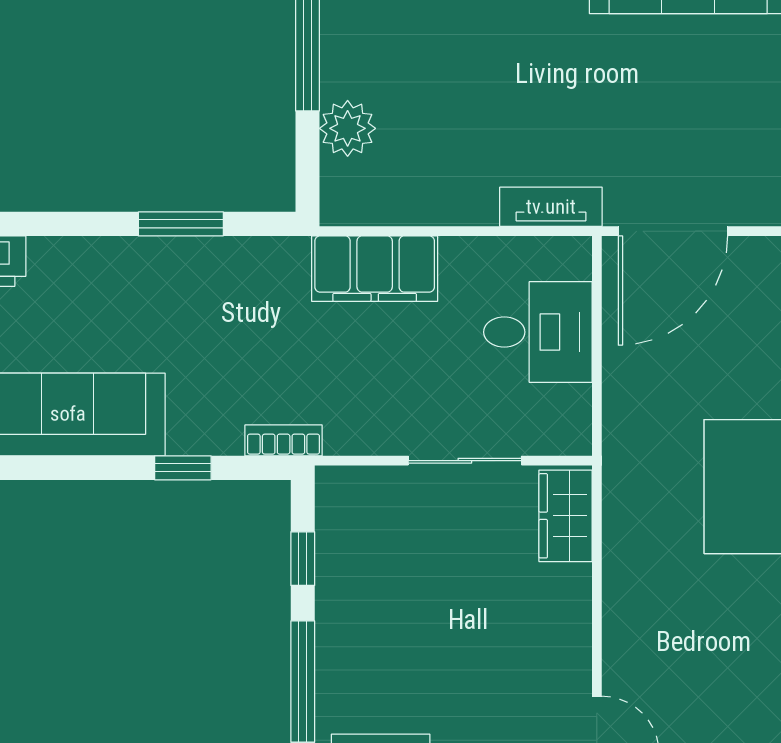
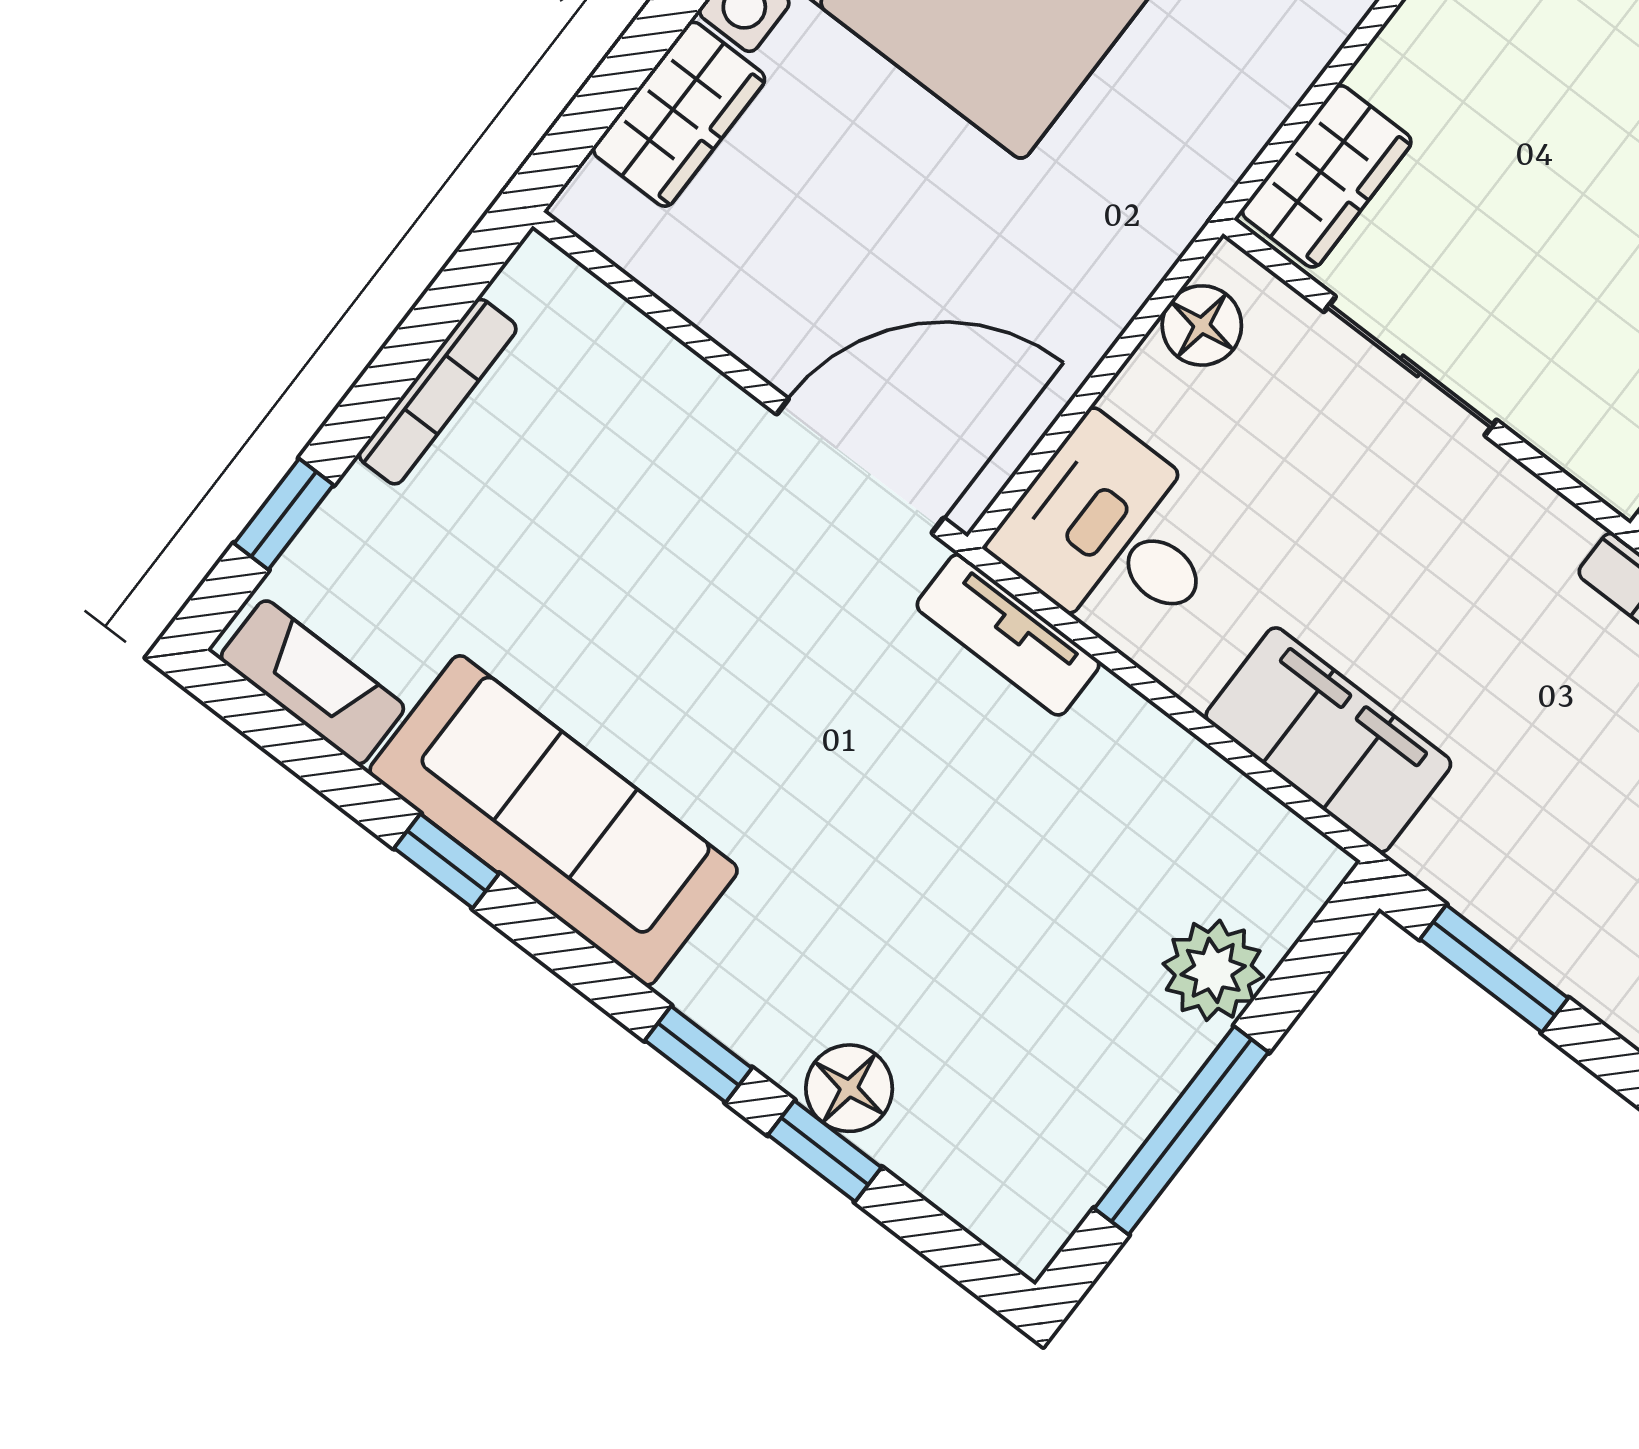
window: (181, 224) -> (1494, 969), moved
desk: (538, 332) -> (1114, 535), moved
floor lamp: (570, 408) -> (1202, 325), added

